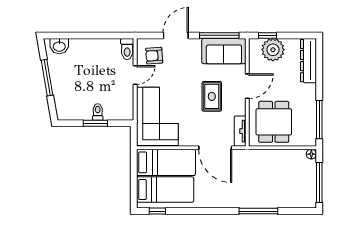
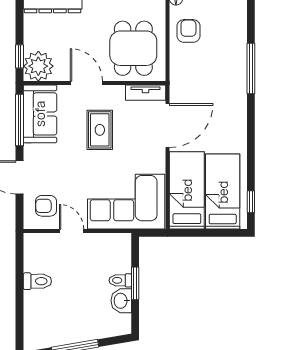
washbasin: (59, 46) -> (121, 301), moved, turned 180
toilet: (127, 49) -> (37, 281), moved
plant: (273, 50) -> (38, 66), moved
armchair: (154, 56) -> (46, 206), turned 94
rug: (212, 96) -> (100, 130), turned 90
dining table: (274, 122) -> (133, 48), turned 90
armchair: (287, 164) -> (188, 31), added

